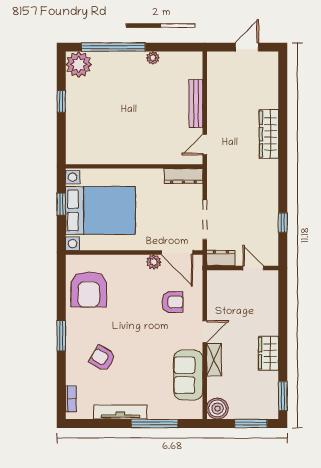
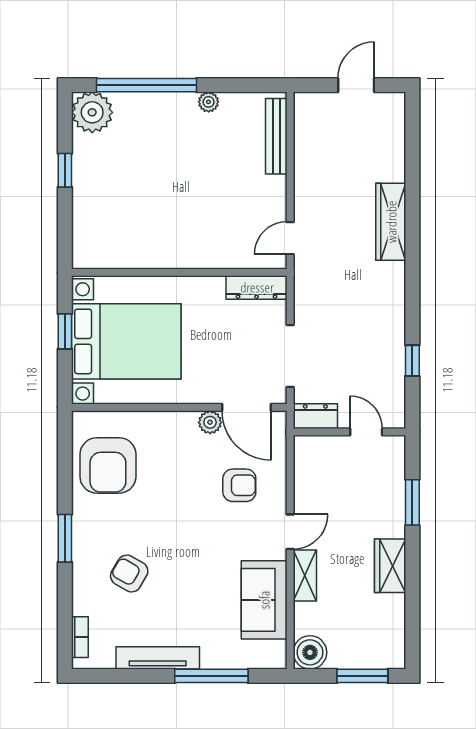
bench: (196, 103) -> (276, 136), moved
window: (283, 396) -> (412, 502), moved

